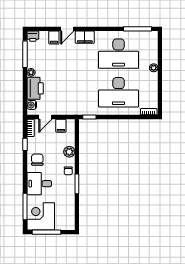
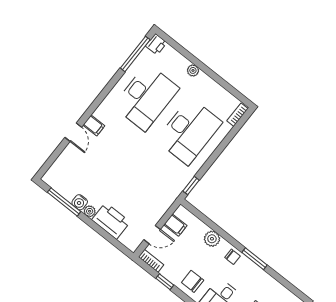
printer: (33, 36) -> (156, 44), moved
filing cabinet: (85, 37) -> (94, 125), width x0.50
filing cabinet: (54, 38) -> (71, 155), removed
water cooler: (32, 105) -> (80, 202), moved
door: (45, 117) -> (152, 235), hinge flipped

